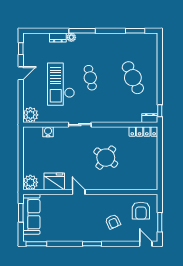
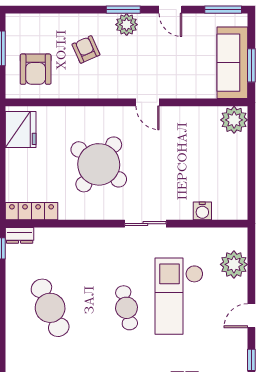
checkout: (61, 84) -> (179, 296), turned 180
plant: (30, 115) -> (234, 264), moved
round table: (106, 158) -> (99, 164), width x1.36, depth x1.36
fridge: (54, 181) -> (21, 129), moved, turned -90
armchair: (141, 211) -> (36, 69), turned 180
plant: (90, 236) -> (127, 25), added
door: (146, 244) -> (170, 10), moved

